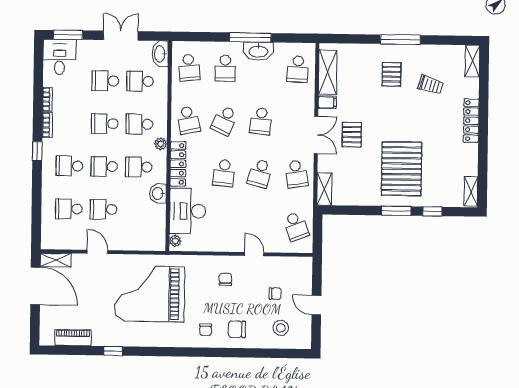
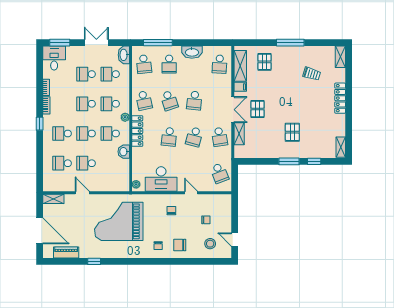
window: (250, 37) -> (158, 43), moved
pallet: (391, 74) -> (264, 62), moved
school desk: (225, 121) -> (169, 100), turned -42
pallet: (402, 169) -> (292, 132), width x0.49, depth x0.50
shelving: (324, 189) -> (239, 134), moved
desk: (188, 211) -> (161, 179), moved, turned -90
door: (35, 286) -> (40, 231), moved
door: (316, 305) -> (235, 240), moved

